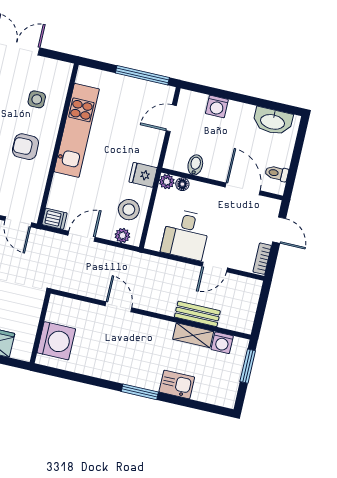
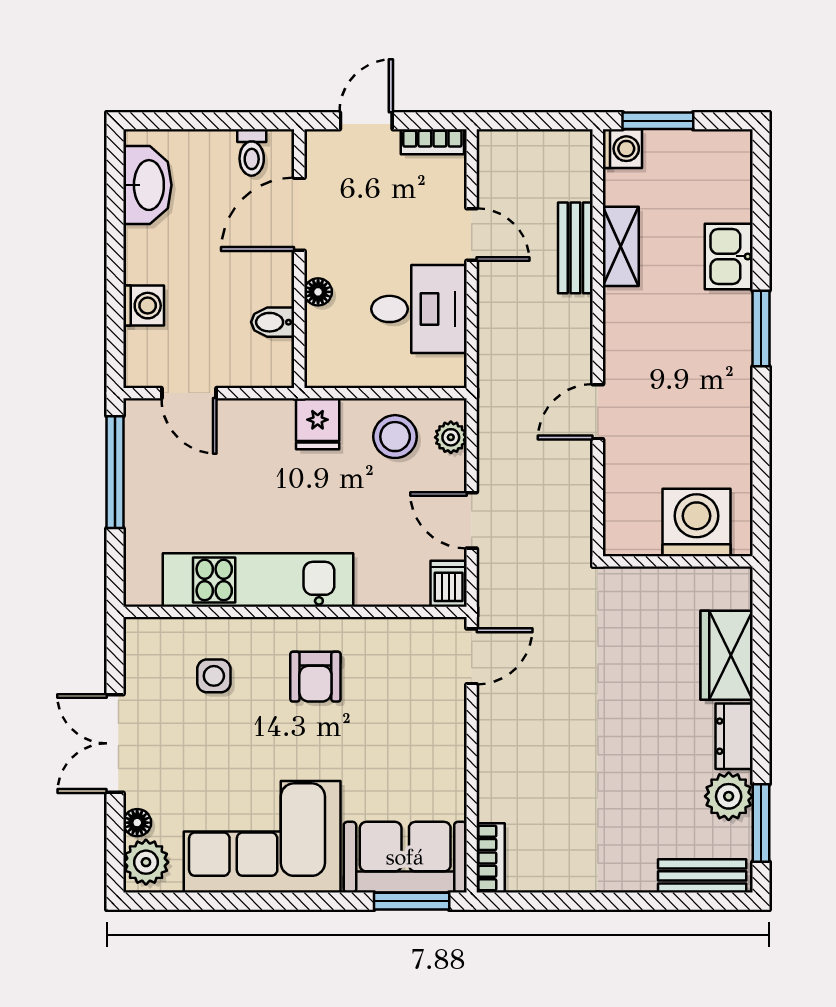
plant: (167, 182) -> (320, 372), removed
floor lamp: (182, 184) -> (318, 292), moved
washing machine: (222, 343) -> (622, 149), moved

